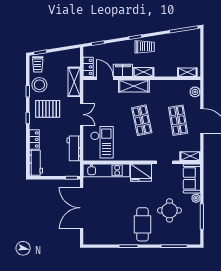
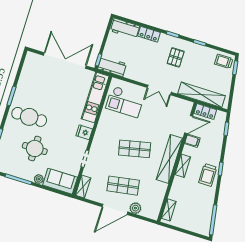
filing cabinet: (123, 70) -> (192, 141), width x0.50
shelving: (74, 82) -> (202, 95), width x1.47
stool: (39, 85) -> (203, 57), removed
shelving: (134, 86) -> (169, 159), width x1.47
plant: (195, 92) -> (135, 208), moved
pallet: (48, 109) -> (176, 57), width x0.67, depth x0.71
workbench: (74, 148) -> (112, 66), moved
fridge: (141, 173) -> (84, 132), width x0.53, depth x0.75

